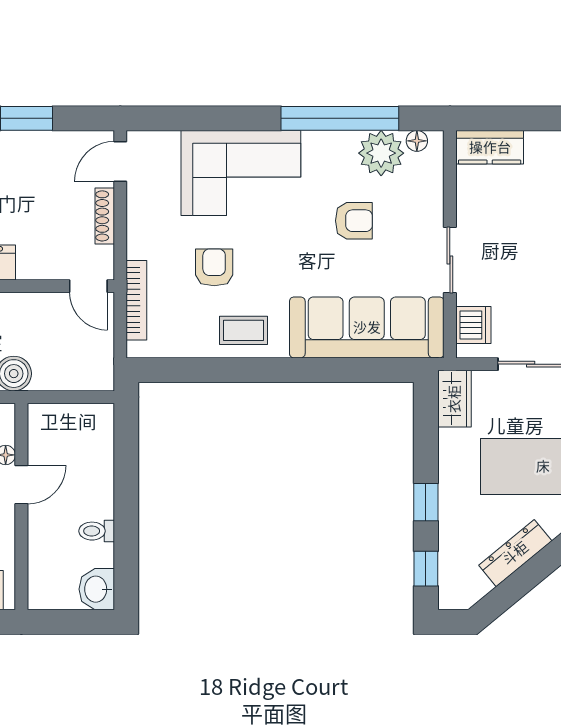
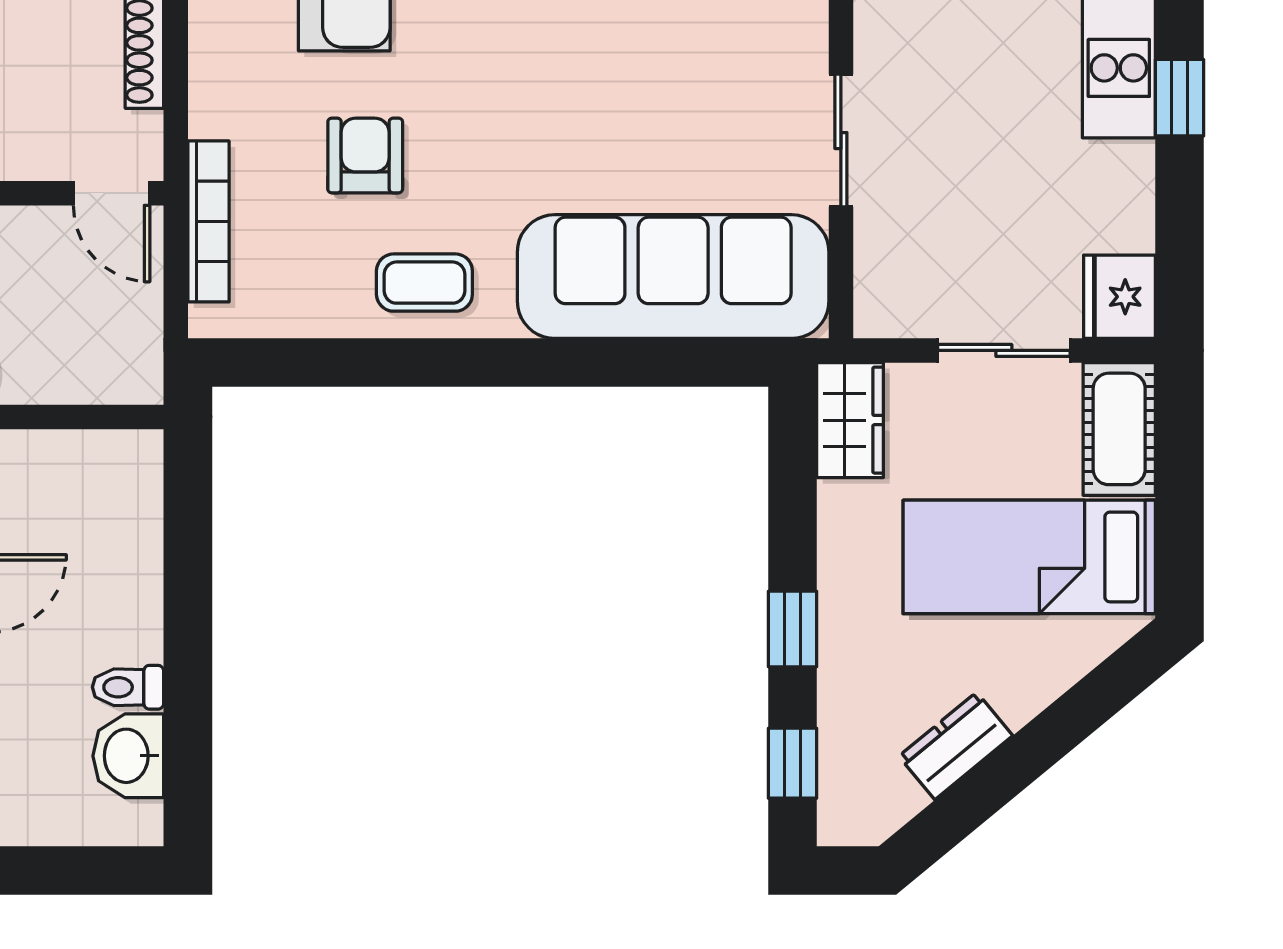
armchair: (354, 221) -> (647, 61), removed
dishwasher: (473, 325) -> (888, 272), removed
dresser: (515, 553) -> (956, 746), width x0.70
washbasin: (97, 589) -> (128, 756), moved

